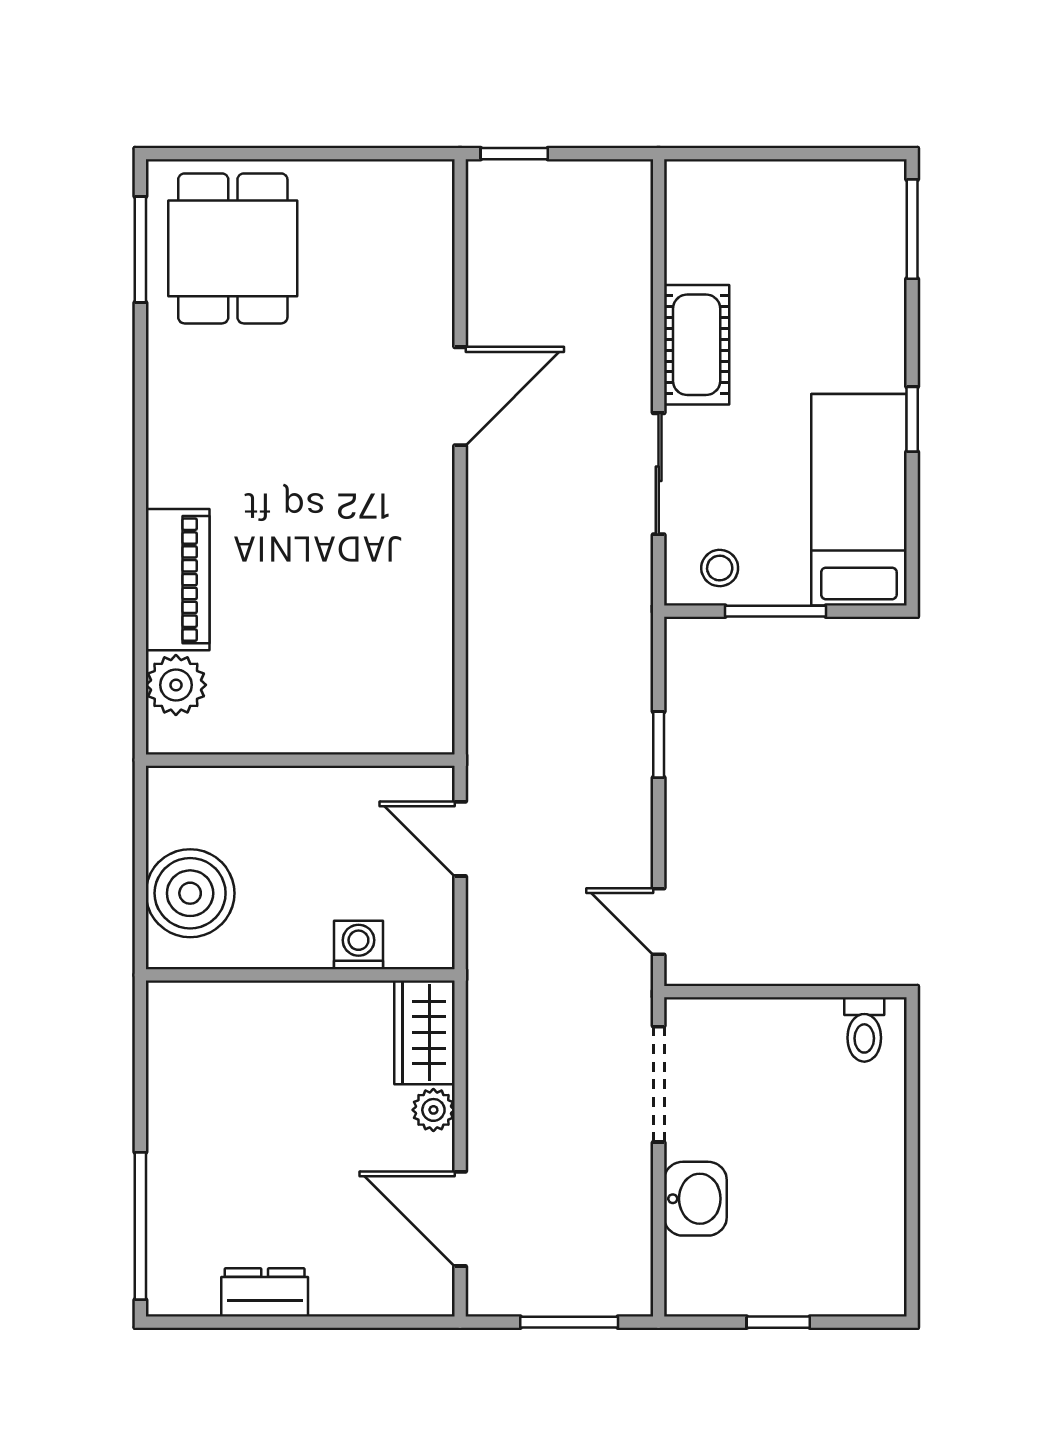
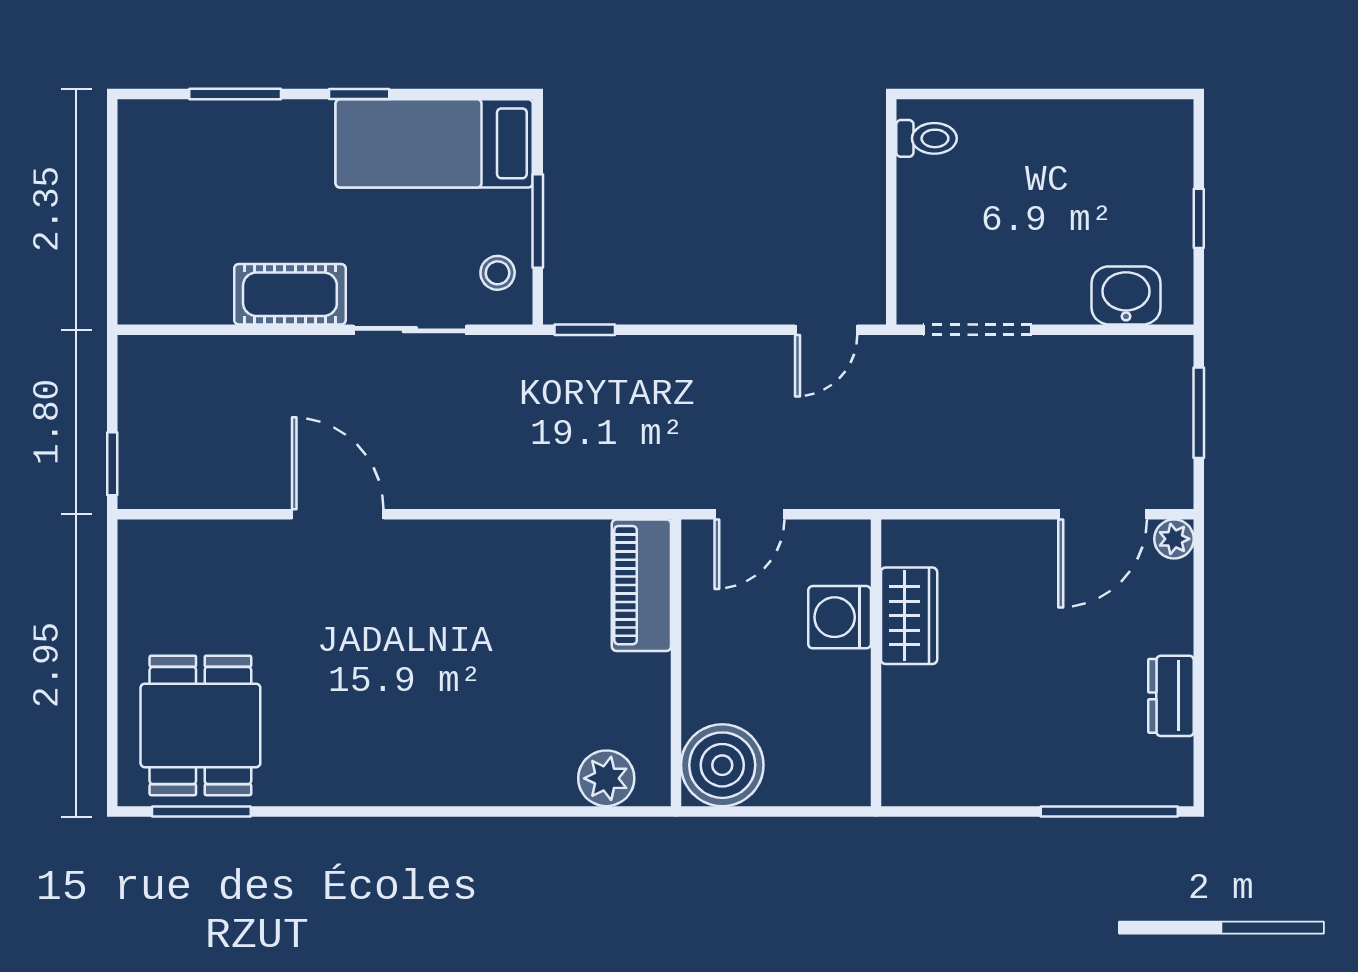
window: (912, 229) -> (235, 94), moved
dining table: (233, 248) -> (200, 725), turned 90
piano: (178, 580) -> (641, 585), moved, turned -90
window: (659, 745) -> (585, 330), moved
boiler: (190, 893) -> (722, 765), moved
washing machine: (358, 945) -> (840, 617), width x1.38, depth x1.38
wardrobe: (424, 1032) -> (909, 616), moved, turned -90
plant: (433, 1110) -> (1174, 539), moved
washbasin: (695, 1199) -> (1126, 295), moved

